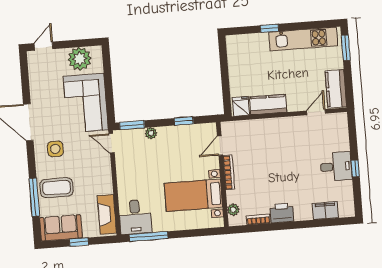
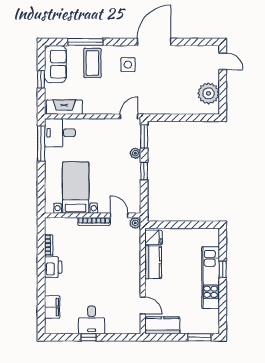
kitchen unit: (303, 39) -> (211, 278), moved
corner sofa: (86, 103) -> (168, 96), removed
window: (184, 121) -> (144, 171), moved
plant: (233, 210) -> (135, 223), moved

